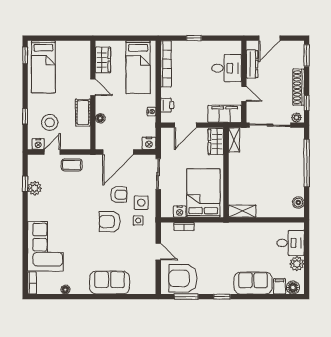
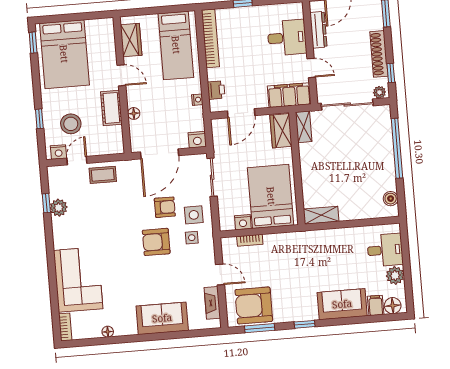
bed: (43, 67) -> (64, 54), width x1.50
fireplace: (150, 274) -> (212, 303), added

